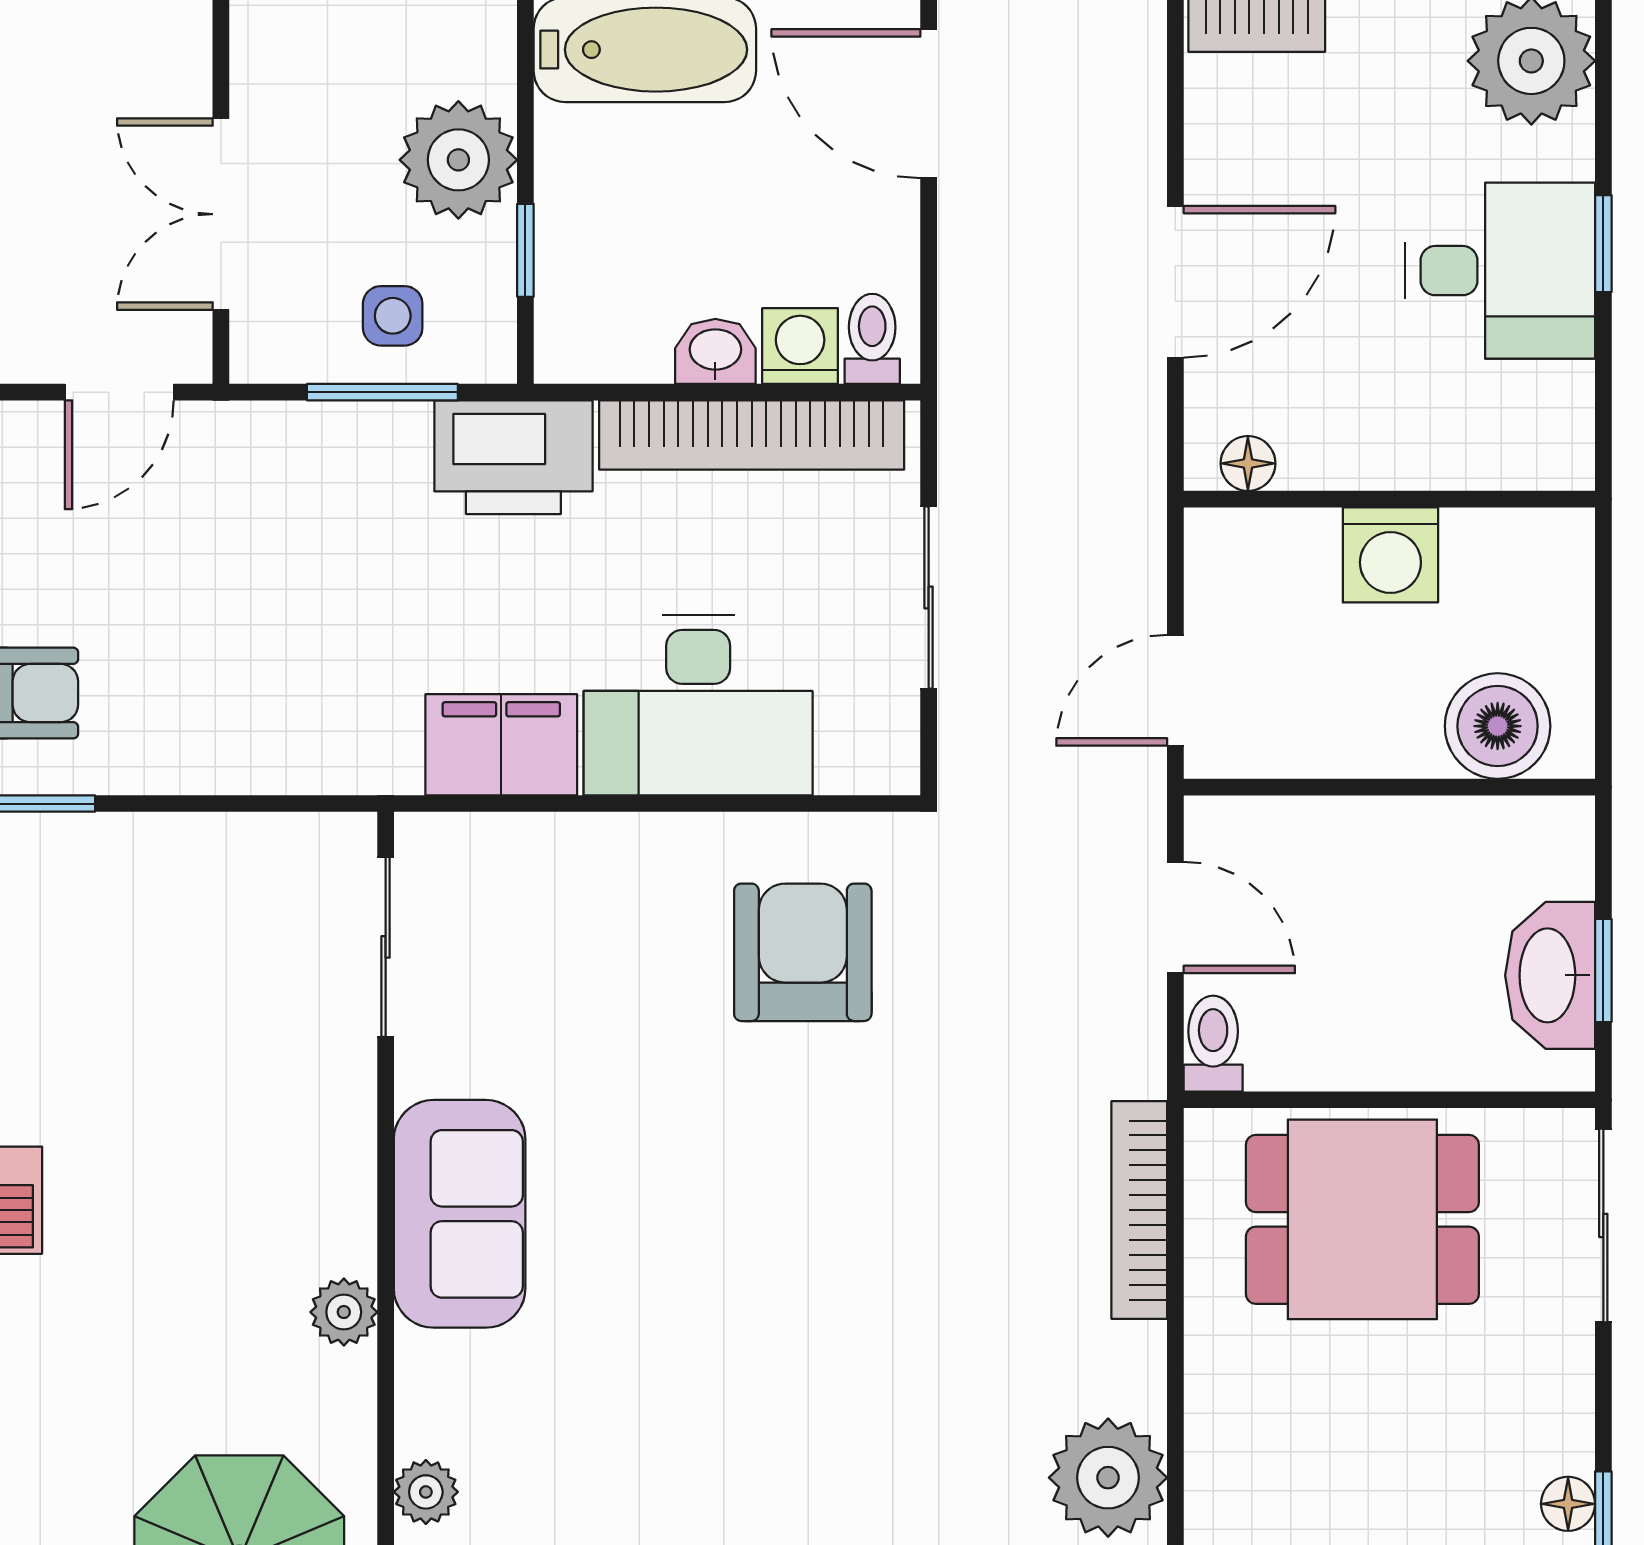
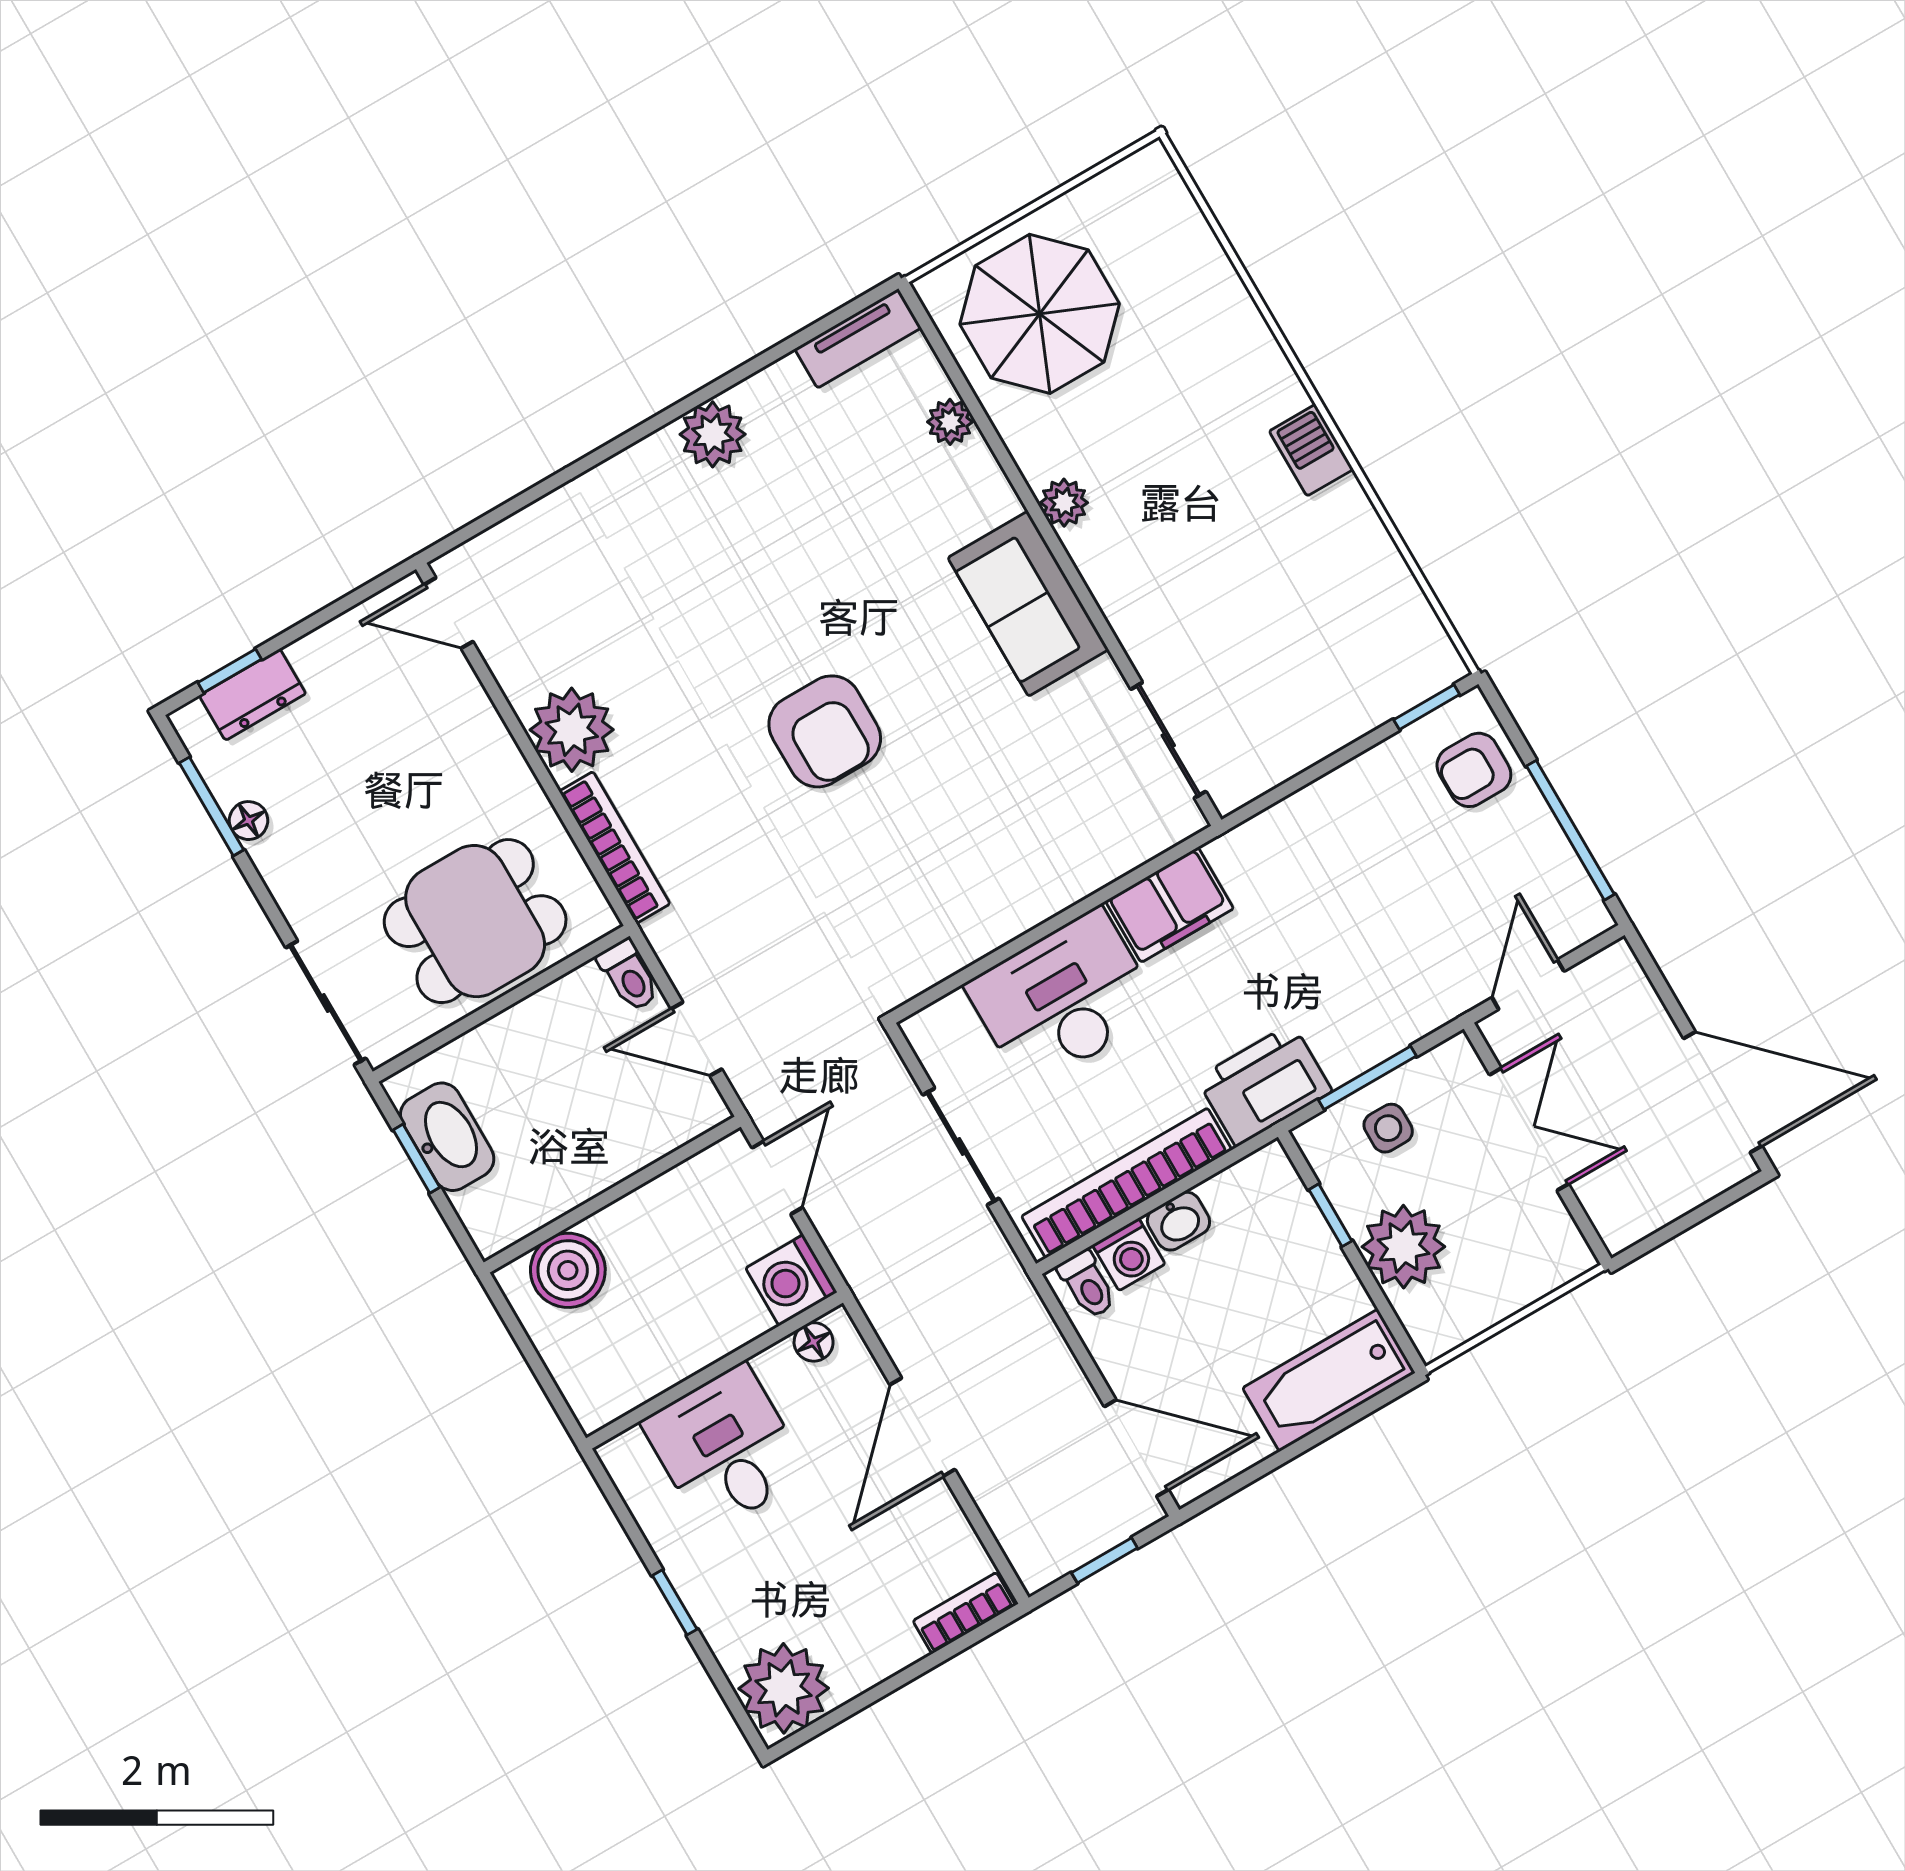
desk: (1500, 271) -> (725, 1448), moved, turned 90
washing machine: (1390, 555) -> (791, 1280), moved, turned -90
armchair: (803, 952) -> (825, 731), moved
plant: (1108, 1478) -> (572, 730), moved

